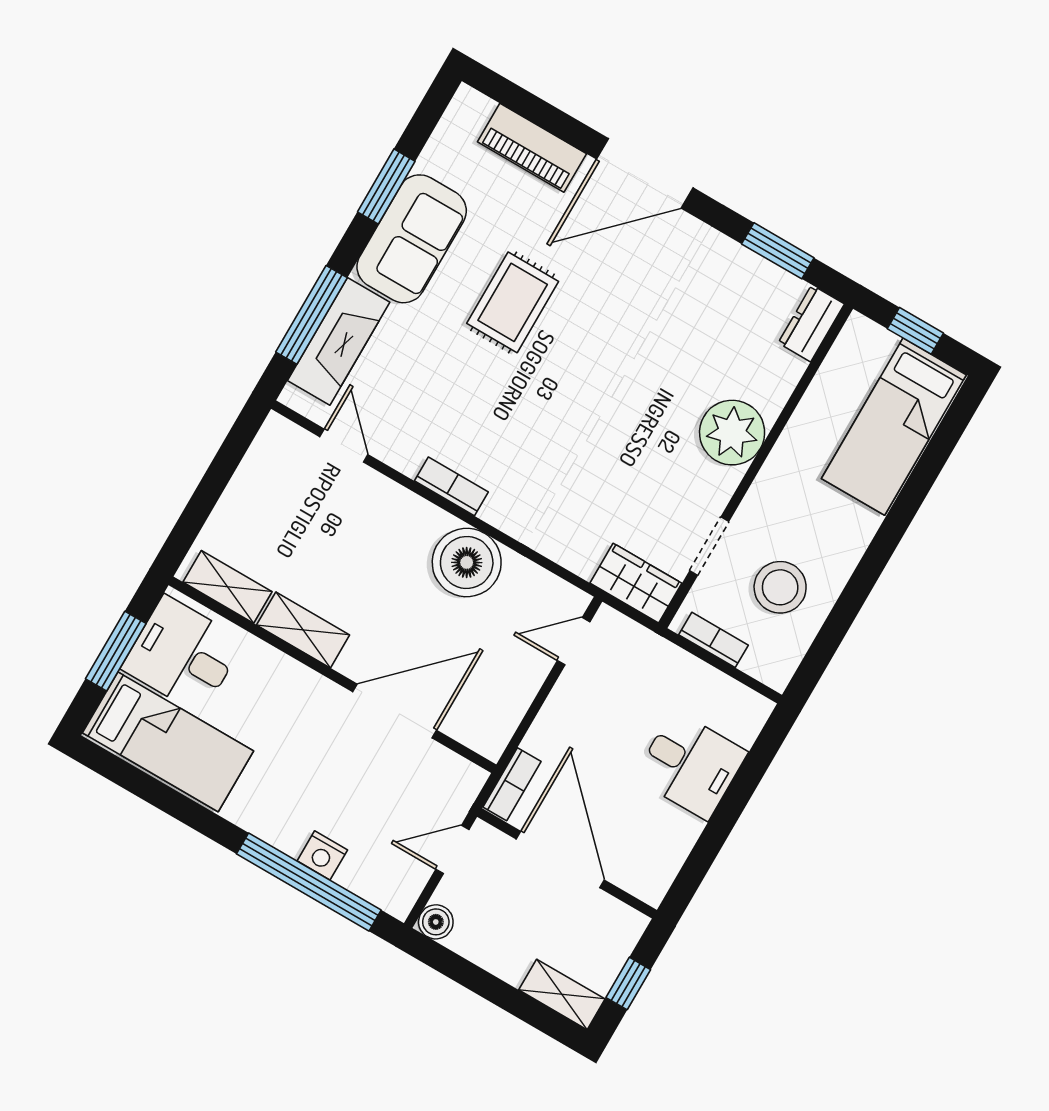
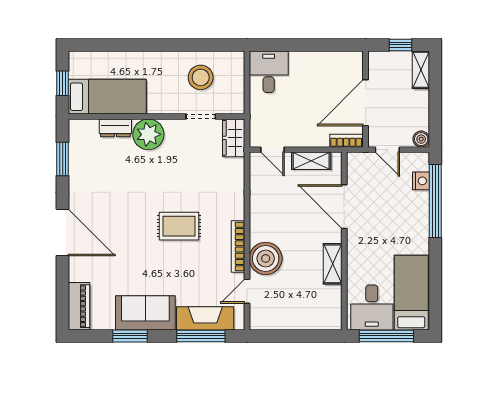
piano: (532, 148) -> (79, 306), moved
rug: (513, 302) -> (179, 226), moved
dresser: (811, 323) -> (115, 128), moved
bed: (894, 427) -> (107, 97), moved
bookcase: (451, 486) -> (238, 246), width x1.56
boiler: (467, 562) -> (266, 258), moved
shelving: (228, 587) -> (311, 161), moved, turned 90
bookcase: (713, 640) -> (238, 92), removed
window: (116, 651) -> (386, 336), width x1.44
desk: (691, 765) -> (269, 72), moved
nightstand: (322, 855) -> (421, 181), moved

